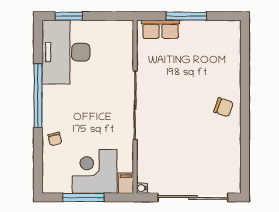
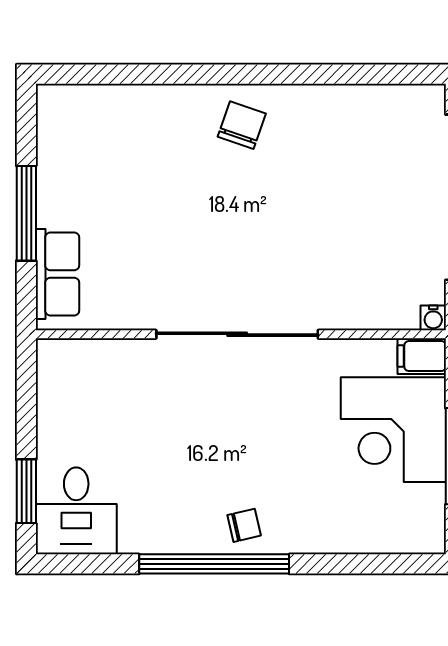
desk: (66, 52) -> (76, 511), width x0.53, depth x0.77
chair: (55, 139) -> (244, 525), moved

